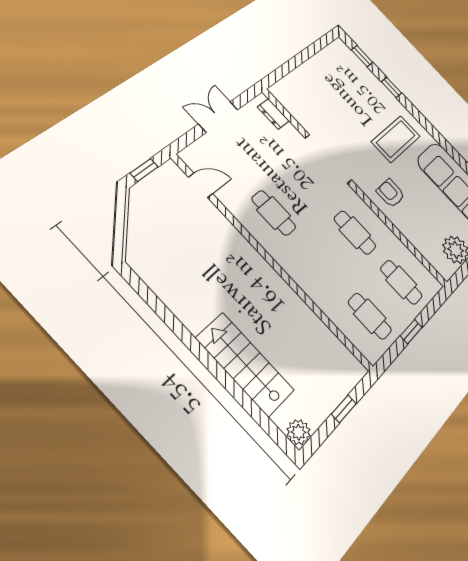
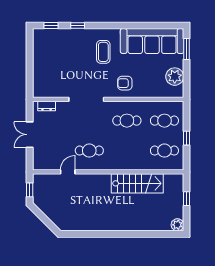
coffee table: (396, 139) -> (103, 52), width x0.73, depth x0.76
door: (201, 185) -> (68, 172), moved
stairs: (245, 364) -> (137, 183), moved, turned 180

